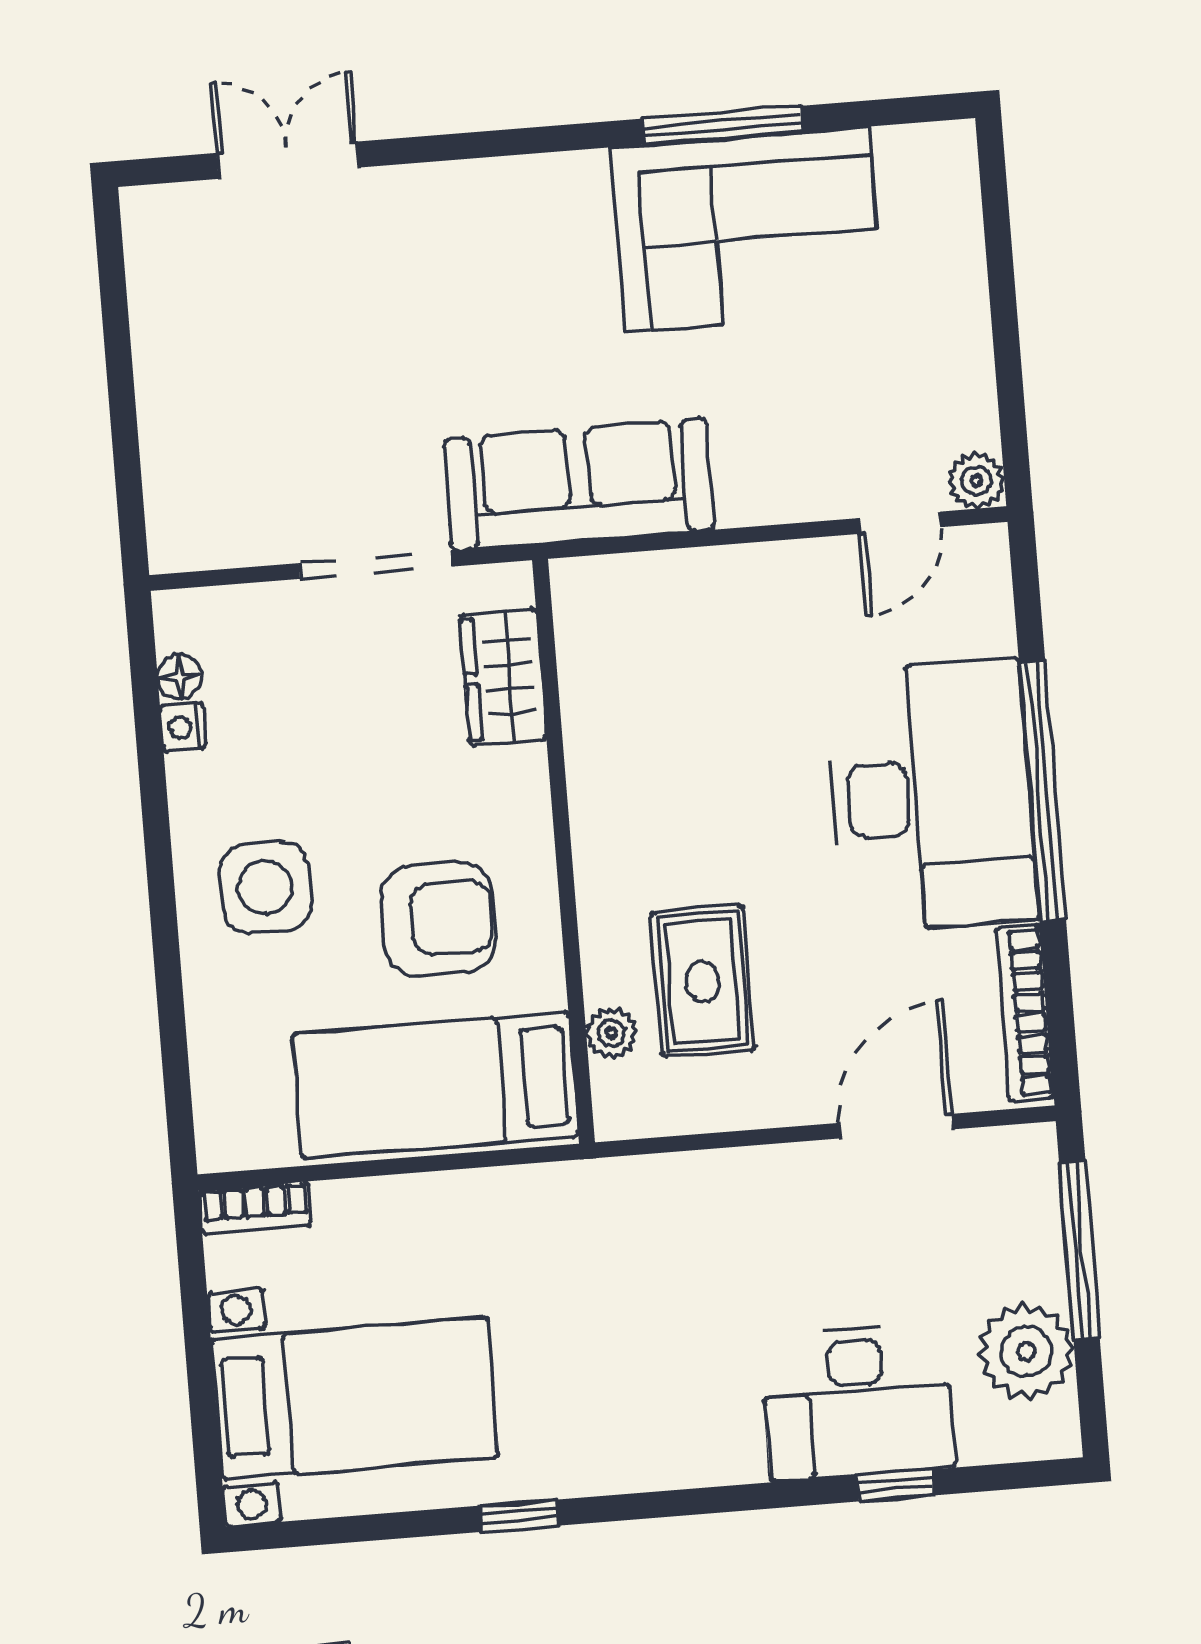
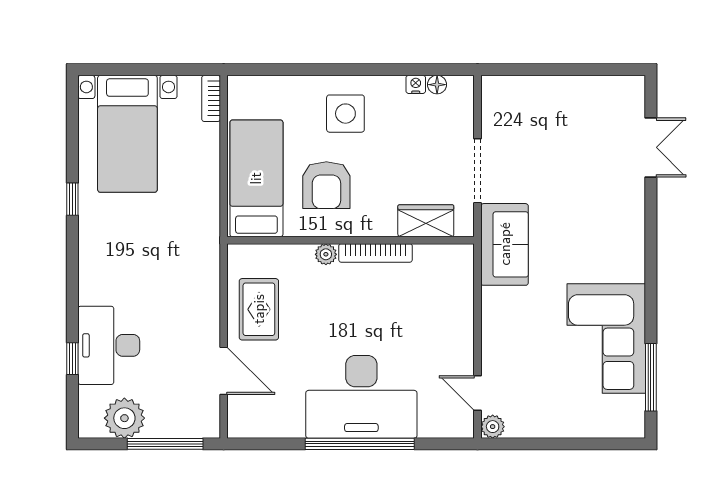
window: (722, 125) -> (651, 377), moved
sofa: (579, 484) -> (505, 244), width x0.73
rug: (703, 981) -> (259, 309), moved, turned 90
bookcase: (1025, 1013) -> (376, 253), moved, turned 180
plant: (611, 1033) -> (326, 254), moved

